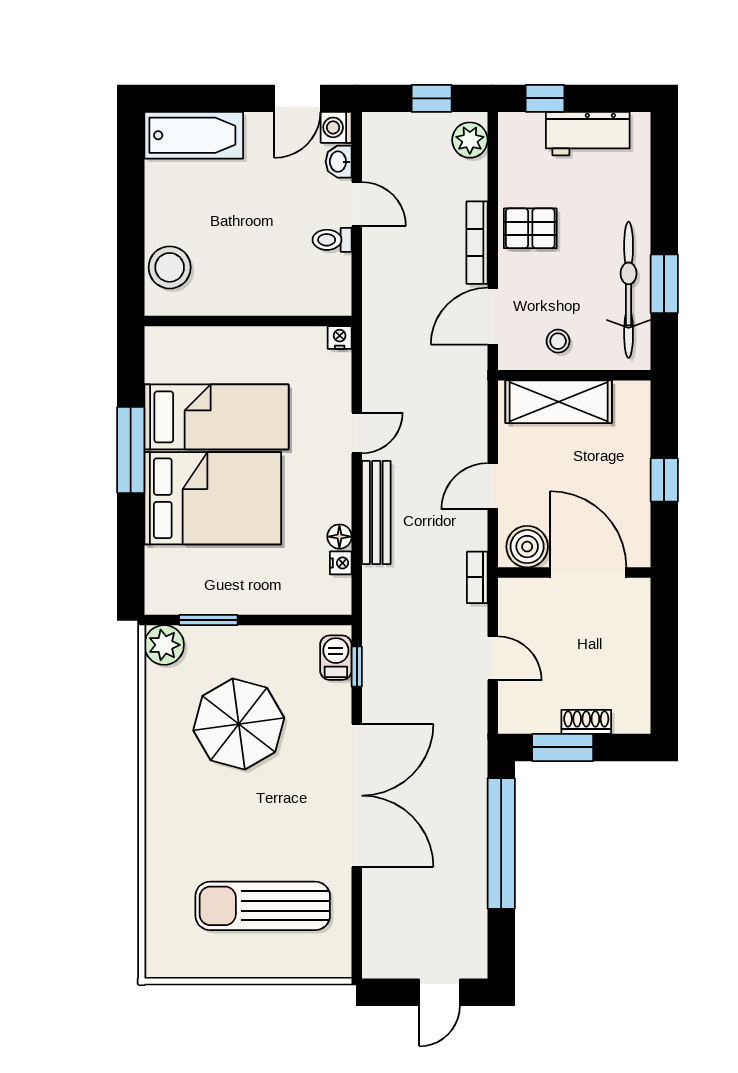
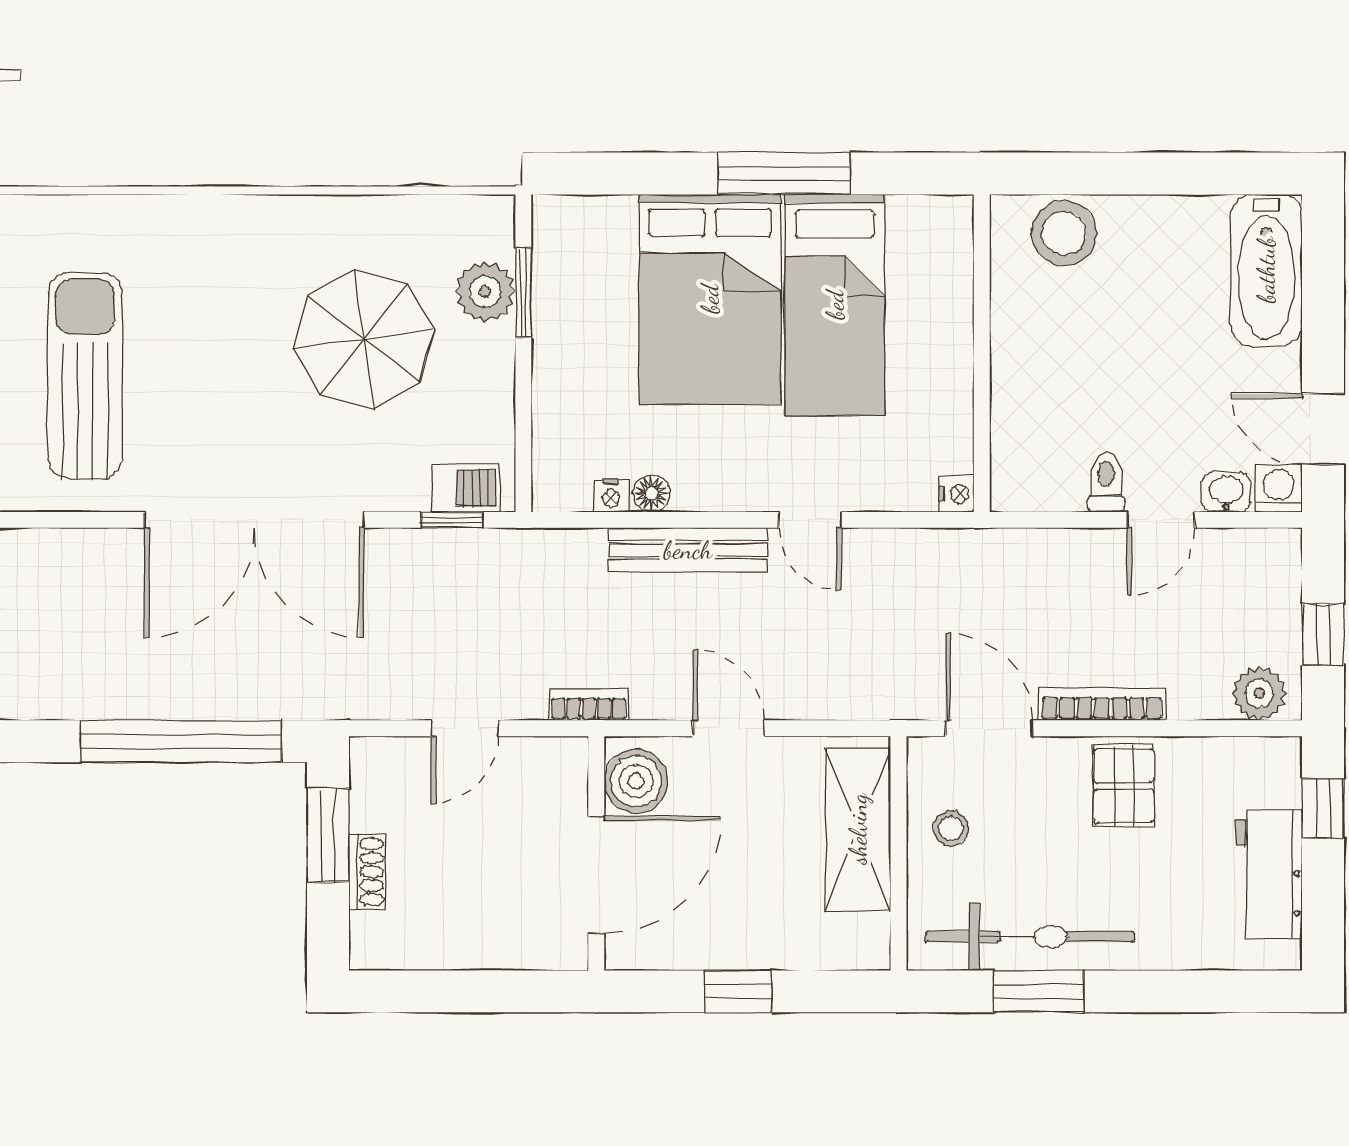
plant: (164, 645) -> (485, 292), moved

